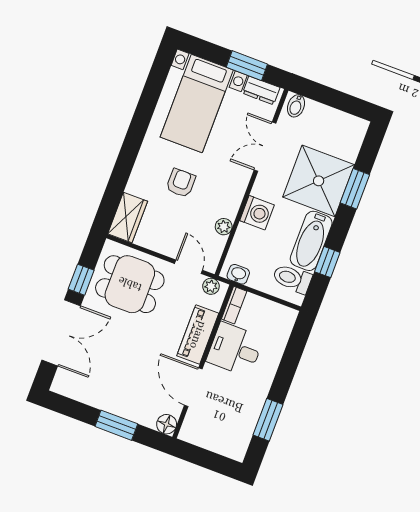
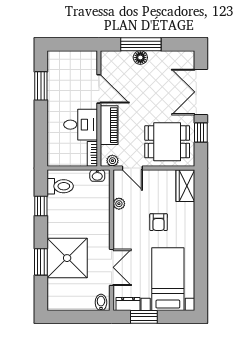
washing machine: (257, 213) -> (100, 221), removed
bathtub: (311, 241) -> (57, 216), removed
floor lamp: (167, 424) -> (140, 58), moved
window: (116, 425) -> (141, 44), width x1.44

